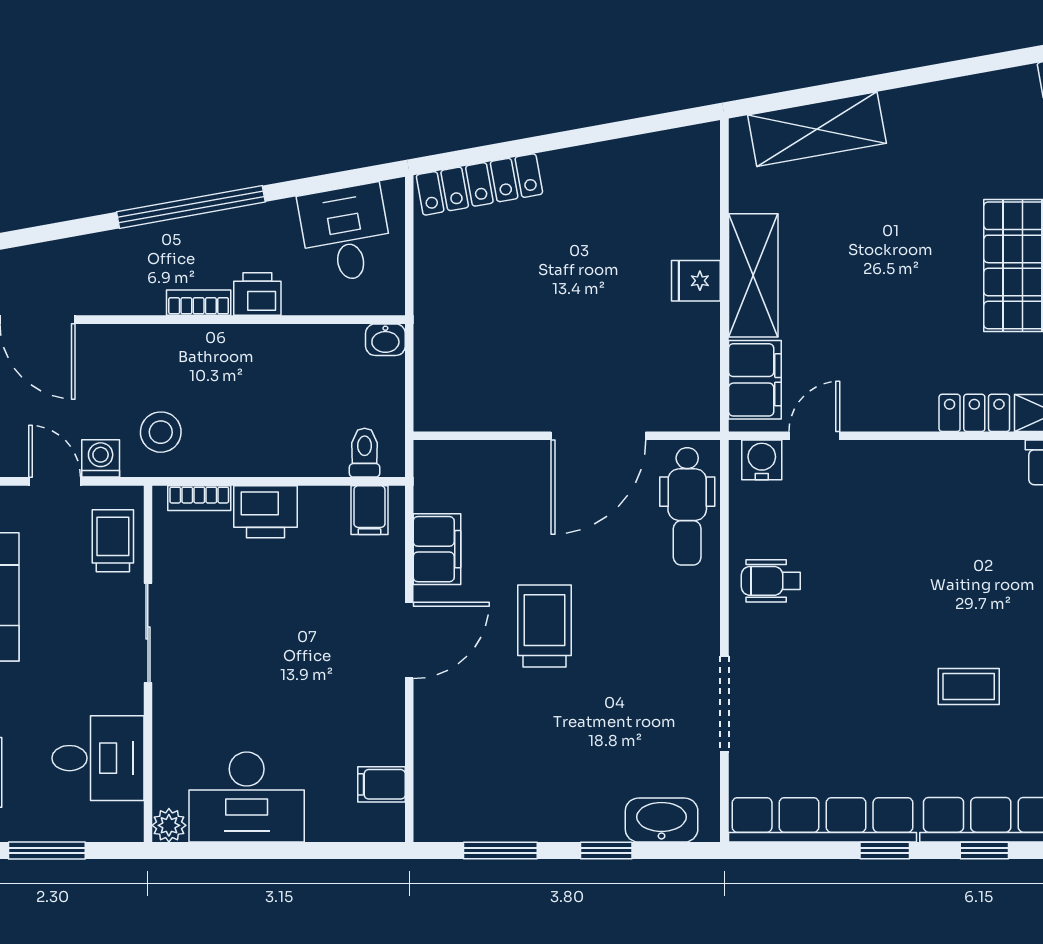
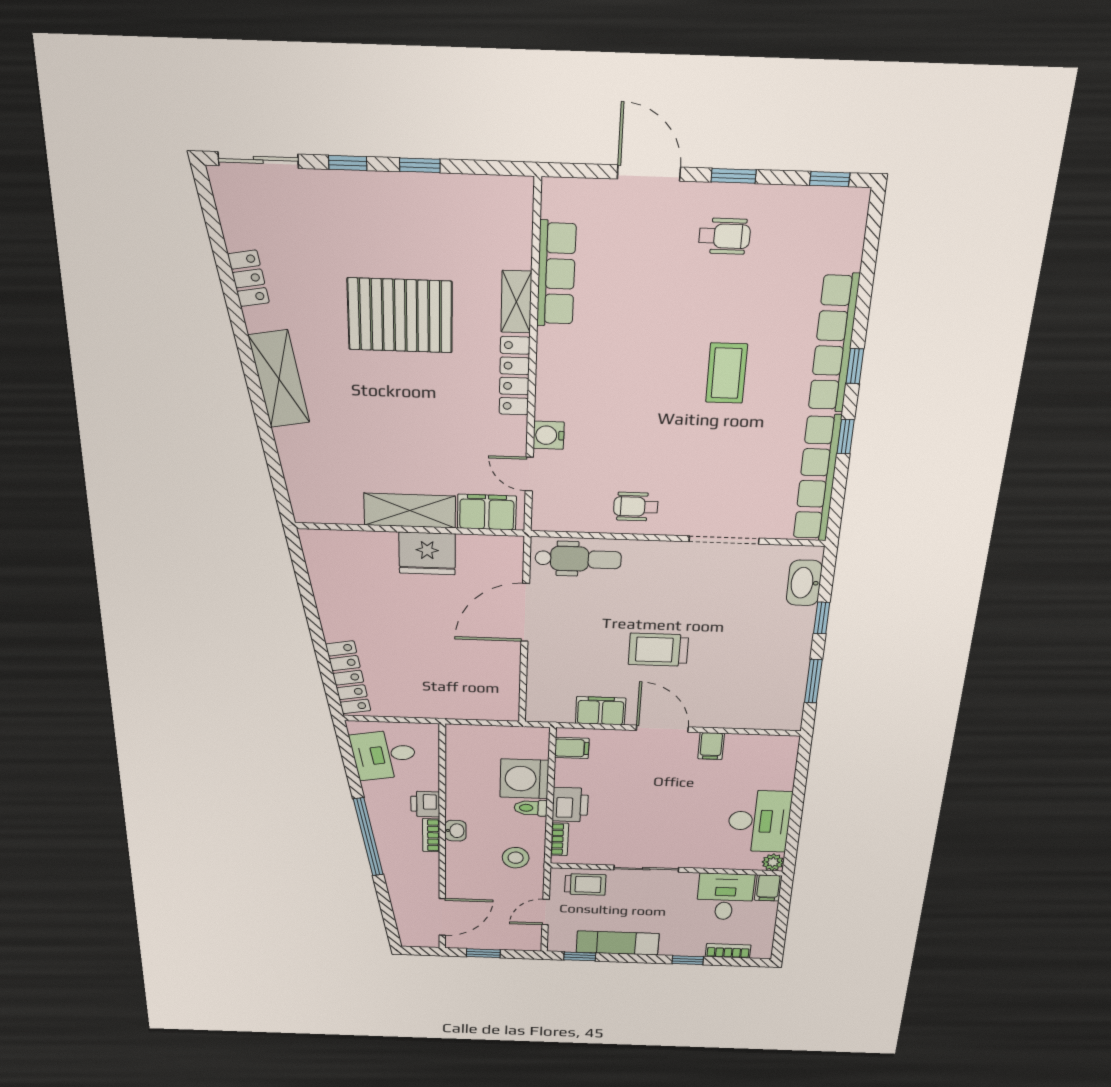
shelving: (817, 129) -> (279, 379), moved
fridge: (696, 281) -> (427, 553), width x1.88, depth x1.34
washbasin: (385, 340) -> (455, 831), moved
locker: (974, 413) -> (514, 376), width x1.53
door: (598, 436) -> (525, 613), swing flipped
toilet: (365, 453) -> (531, 808), moved
washing machine: (101, 458) -> (524, 779), moved, width x1.89, depth x1.89
water cooler: (762, 460) -> (549, 435), moved
trolley: (113, 541) -> (585, 884), turned 180
wheelchair: (771, 581) -> (636, 507), turned 90
coffee table: (969, 686) -> (726, 373), width x1.36, depth x1.30
filing cabinet: (381, 784) -> (711, 746), moved
filing cabinet: (118, 823) -> (768, 888), added
window: (47, 850) -> (781, 924), removed

